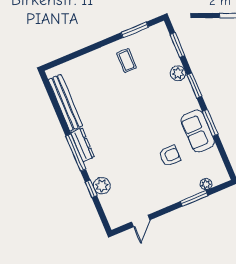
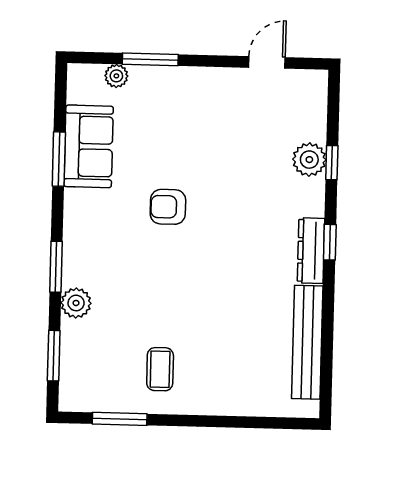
window: (210, 123) -> (59, 159), moved
sofa: (198, 131) -> (89, 146), moved
window: (76, 153) -> (330, 242), width x0.46
armchair: (170, 156) -> (168, 207), moved

